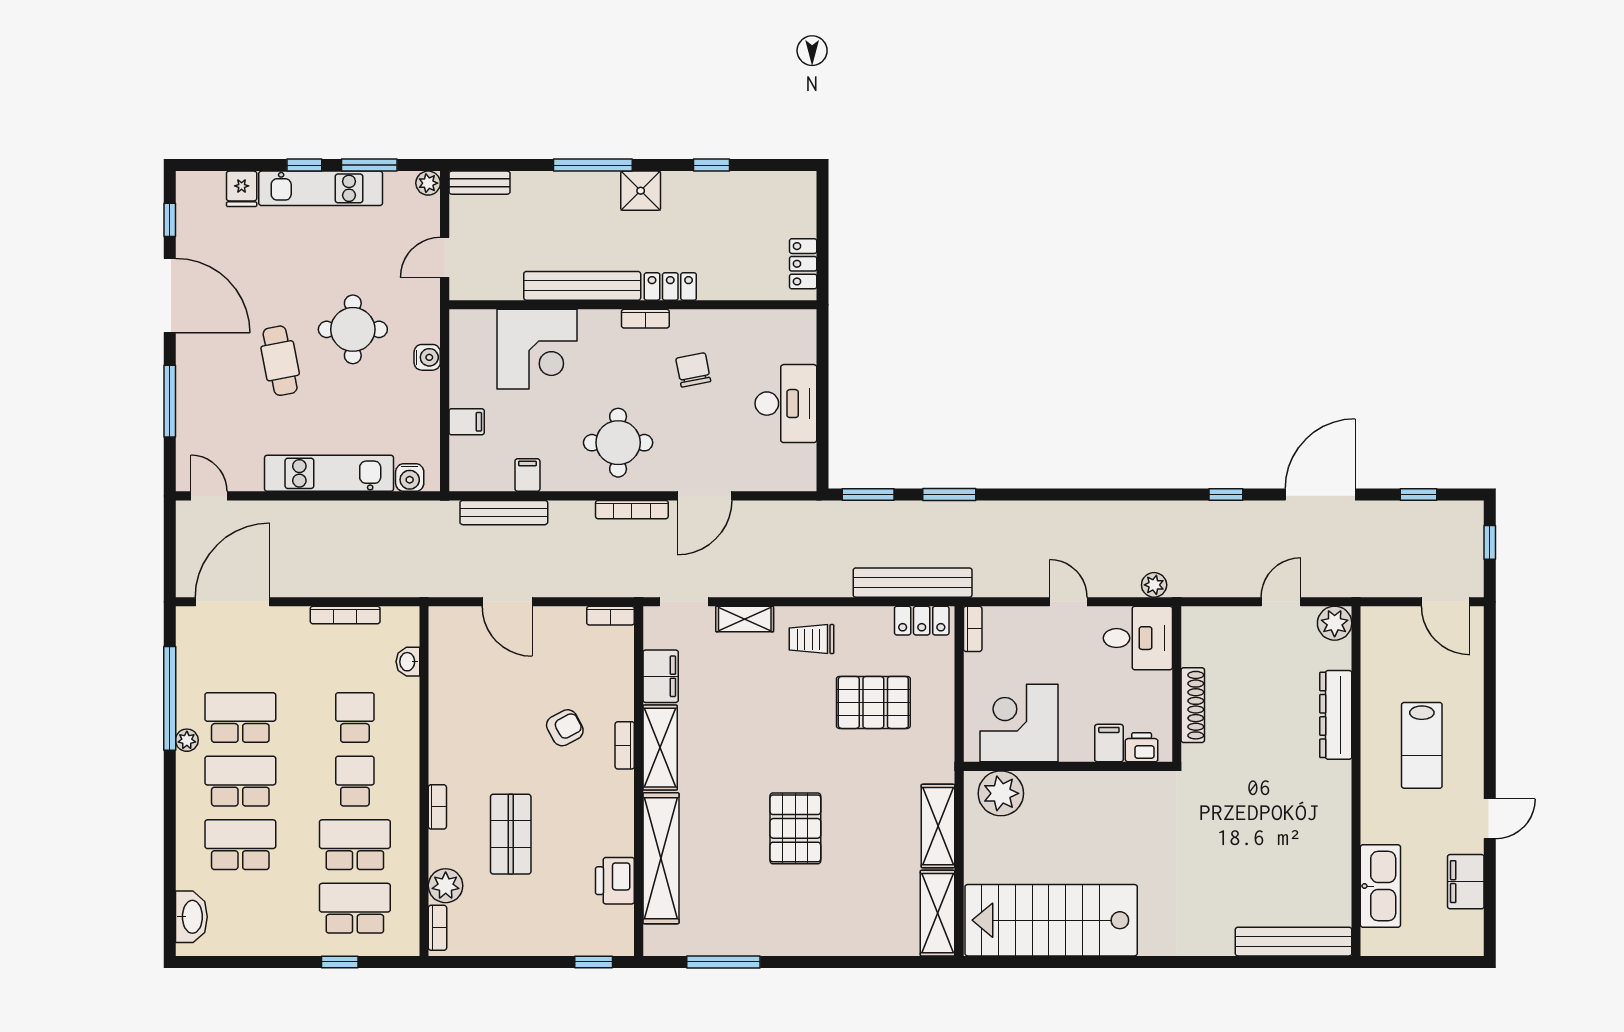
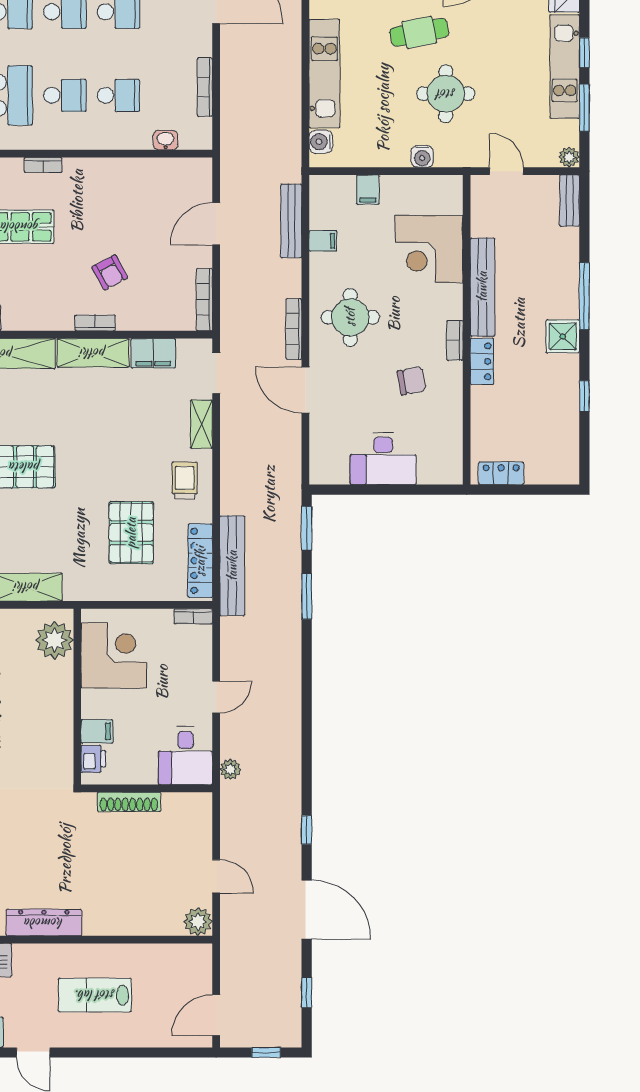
bookcase: (610, 616) -> (204, 300), width x1.56
locker: (922, 621) -> (200, 561), width x1.53
dresser: (1336, 715) -> (44, 923), moved

